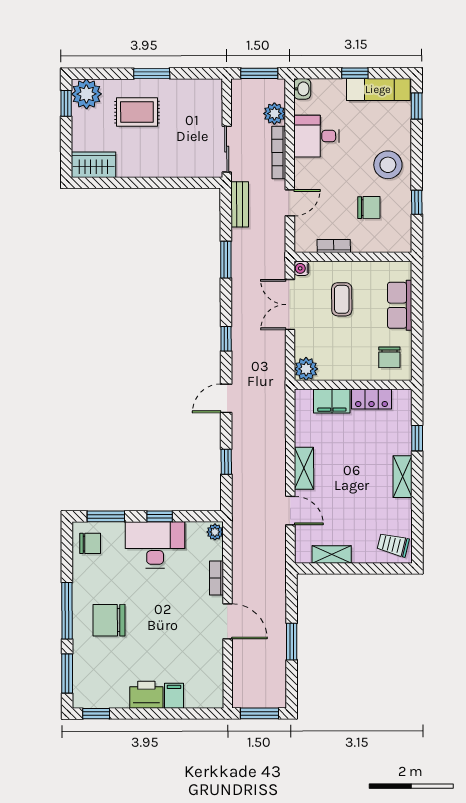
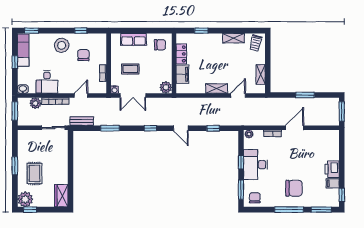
door: (290, 203) -> (81, 95), hinge flipped
shelving: (403, 477) -> (234, 38), moved
chair: (109, 620) -> (294, 188), turned -90
filing cabinet: (174, 696) -> (333, 183), moved

